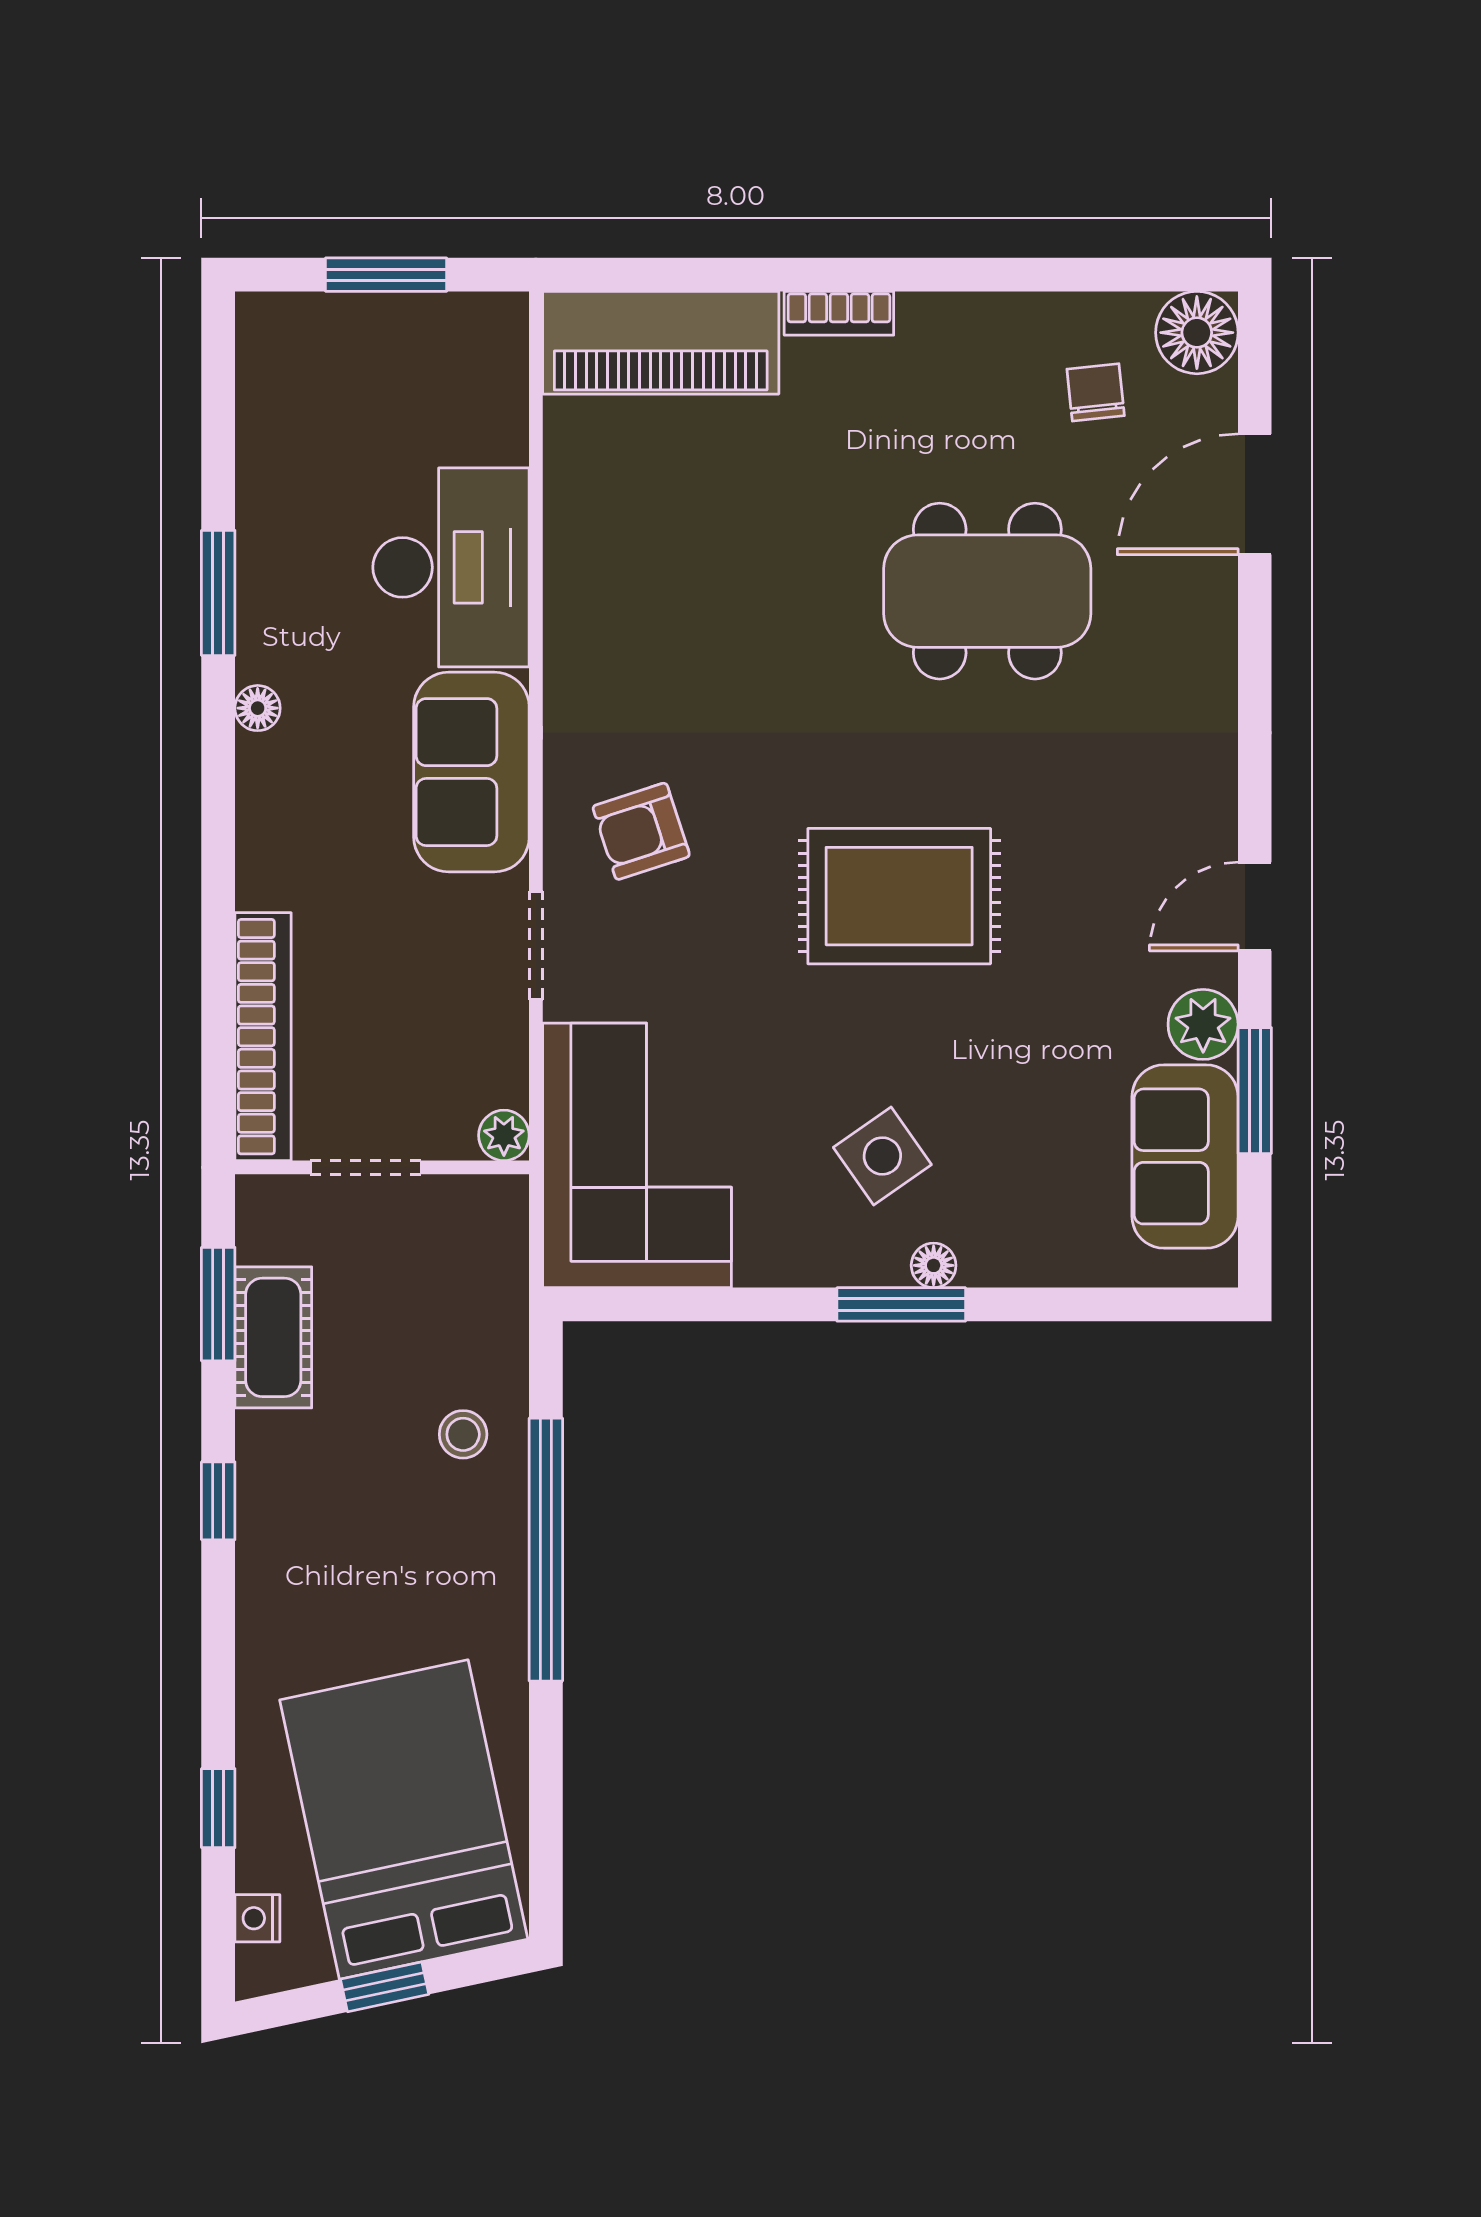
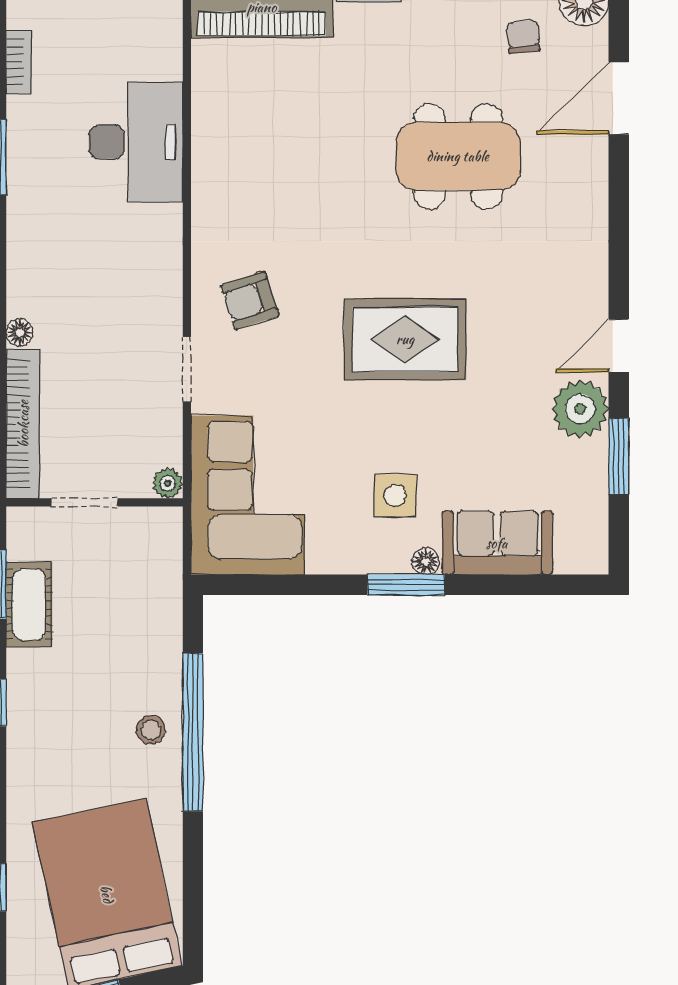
bookcase: (256, 434) -> (19, 62), added
floor lamp: (258, 708) -> (20, 333), moved
sofa: (471, 772) -> (148, 265), removed
plant: (1203, 1024) -> (580, 409), width x1.36, depth x1.36
side table: (882, 1156) -> (395, 496), turned 35
sofa: (1185, 1156) -> (497, 543), moved, turned 90
stool: (463, 1434) -> (151, 730), moved
nightstand: (257, 1918) -> (19, 954), removed

